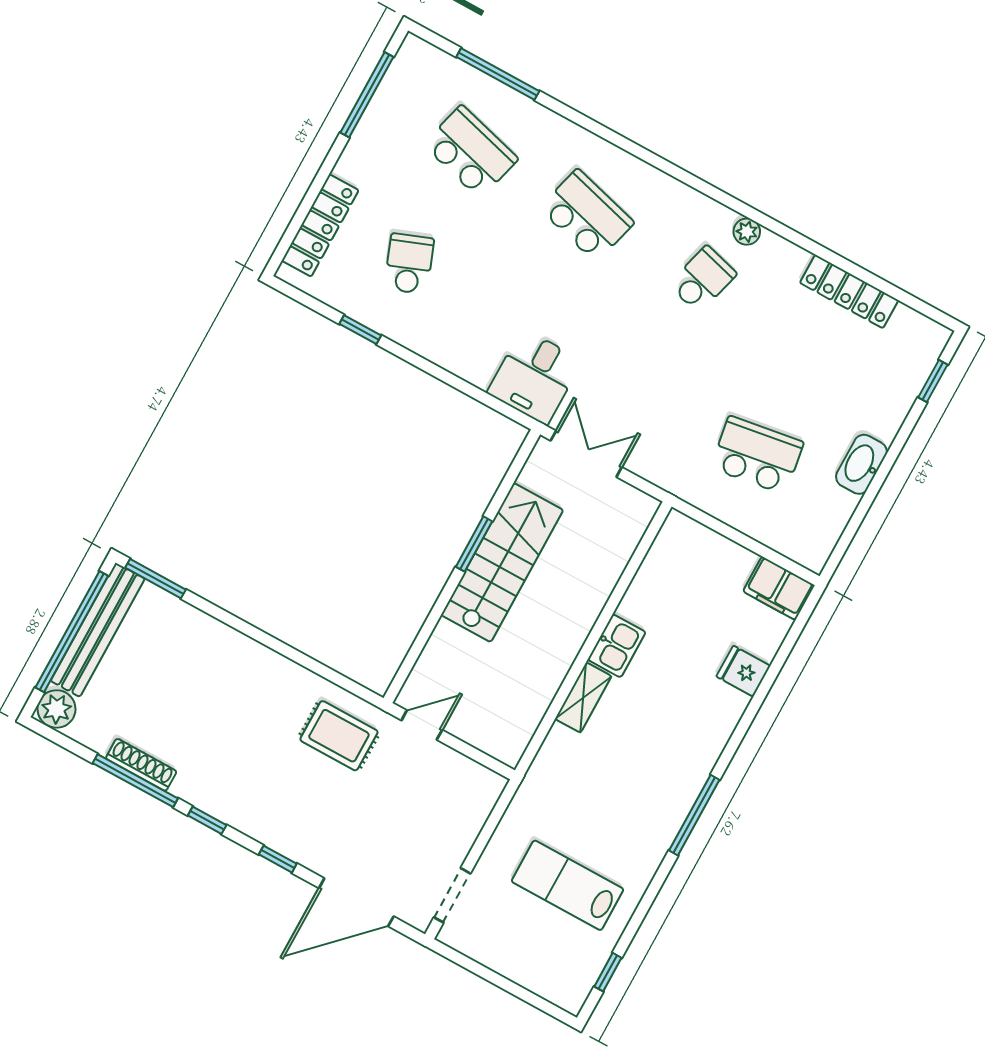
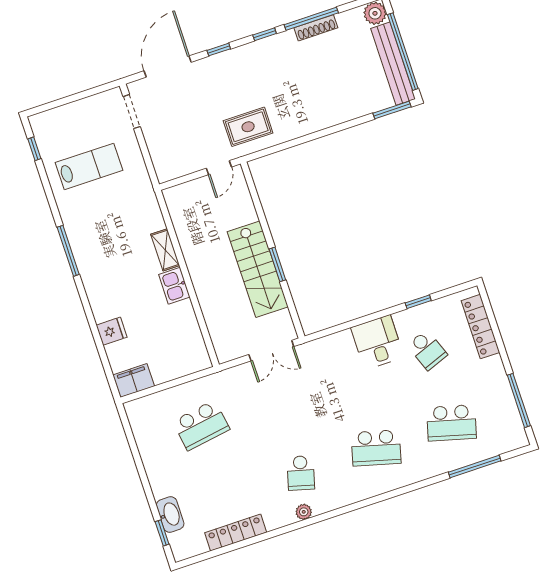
desk: (535, 377) -> (377, 342), moved
washbasin: (861, 464) -> (170, 514), moved

